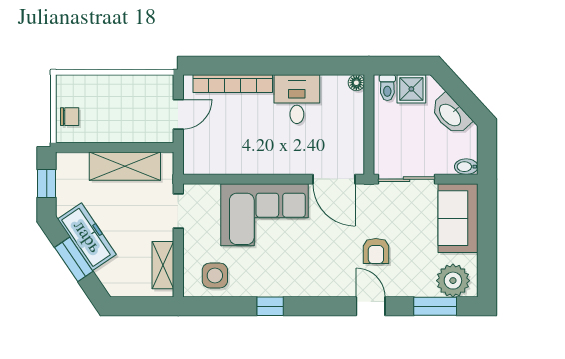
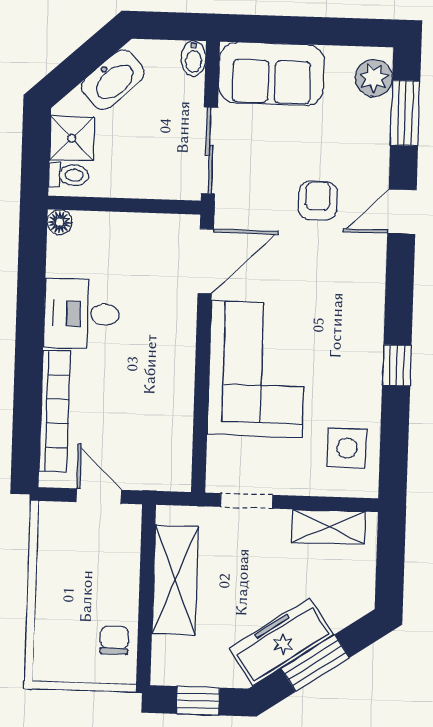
chair: (70, 117) -> (114, 640), moved
armchair: (376, 251) -> (318, 201), turned -90
plant: (453, 281) -> (374, 78), width x0.73, depth x0.73

